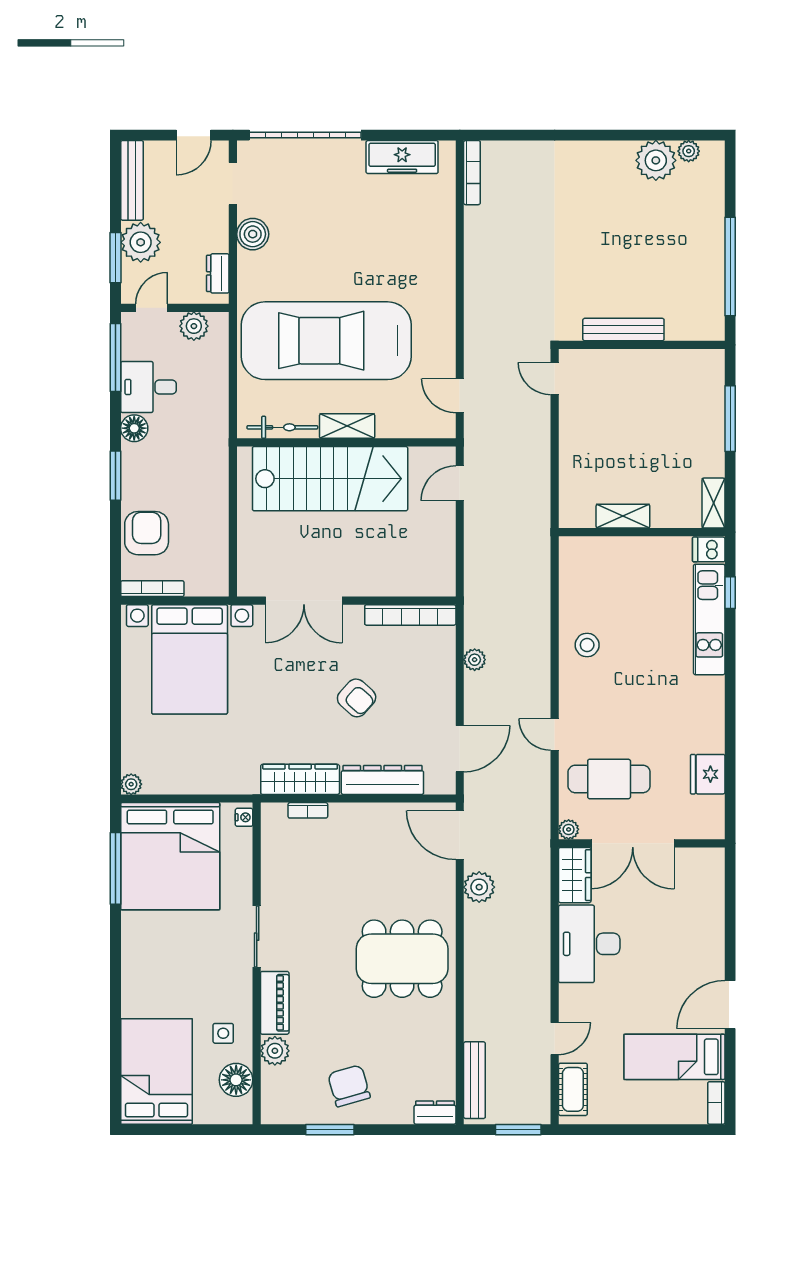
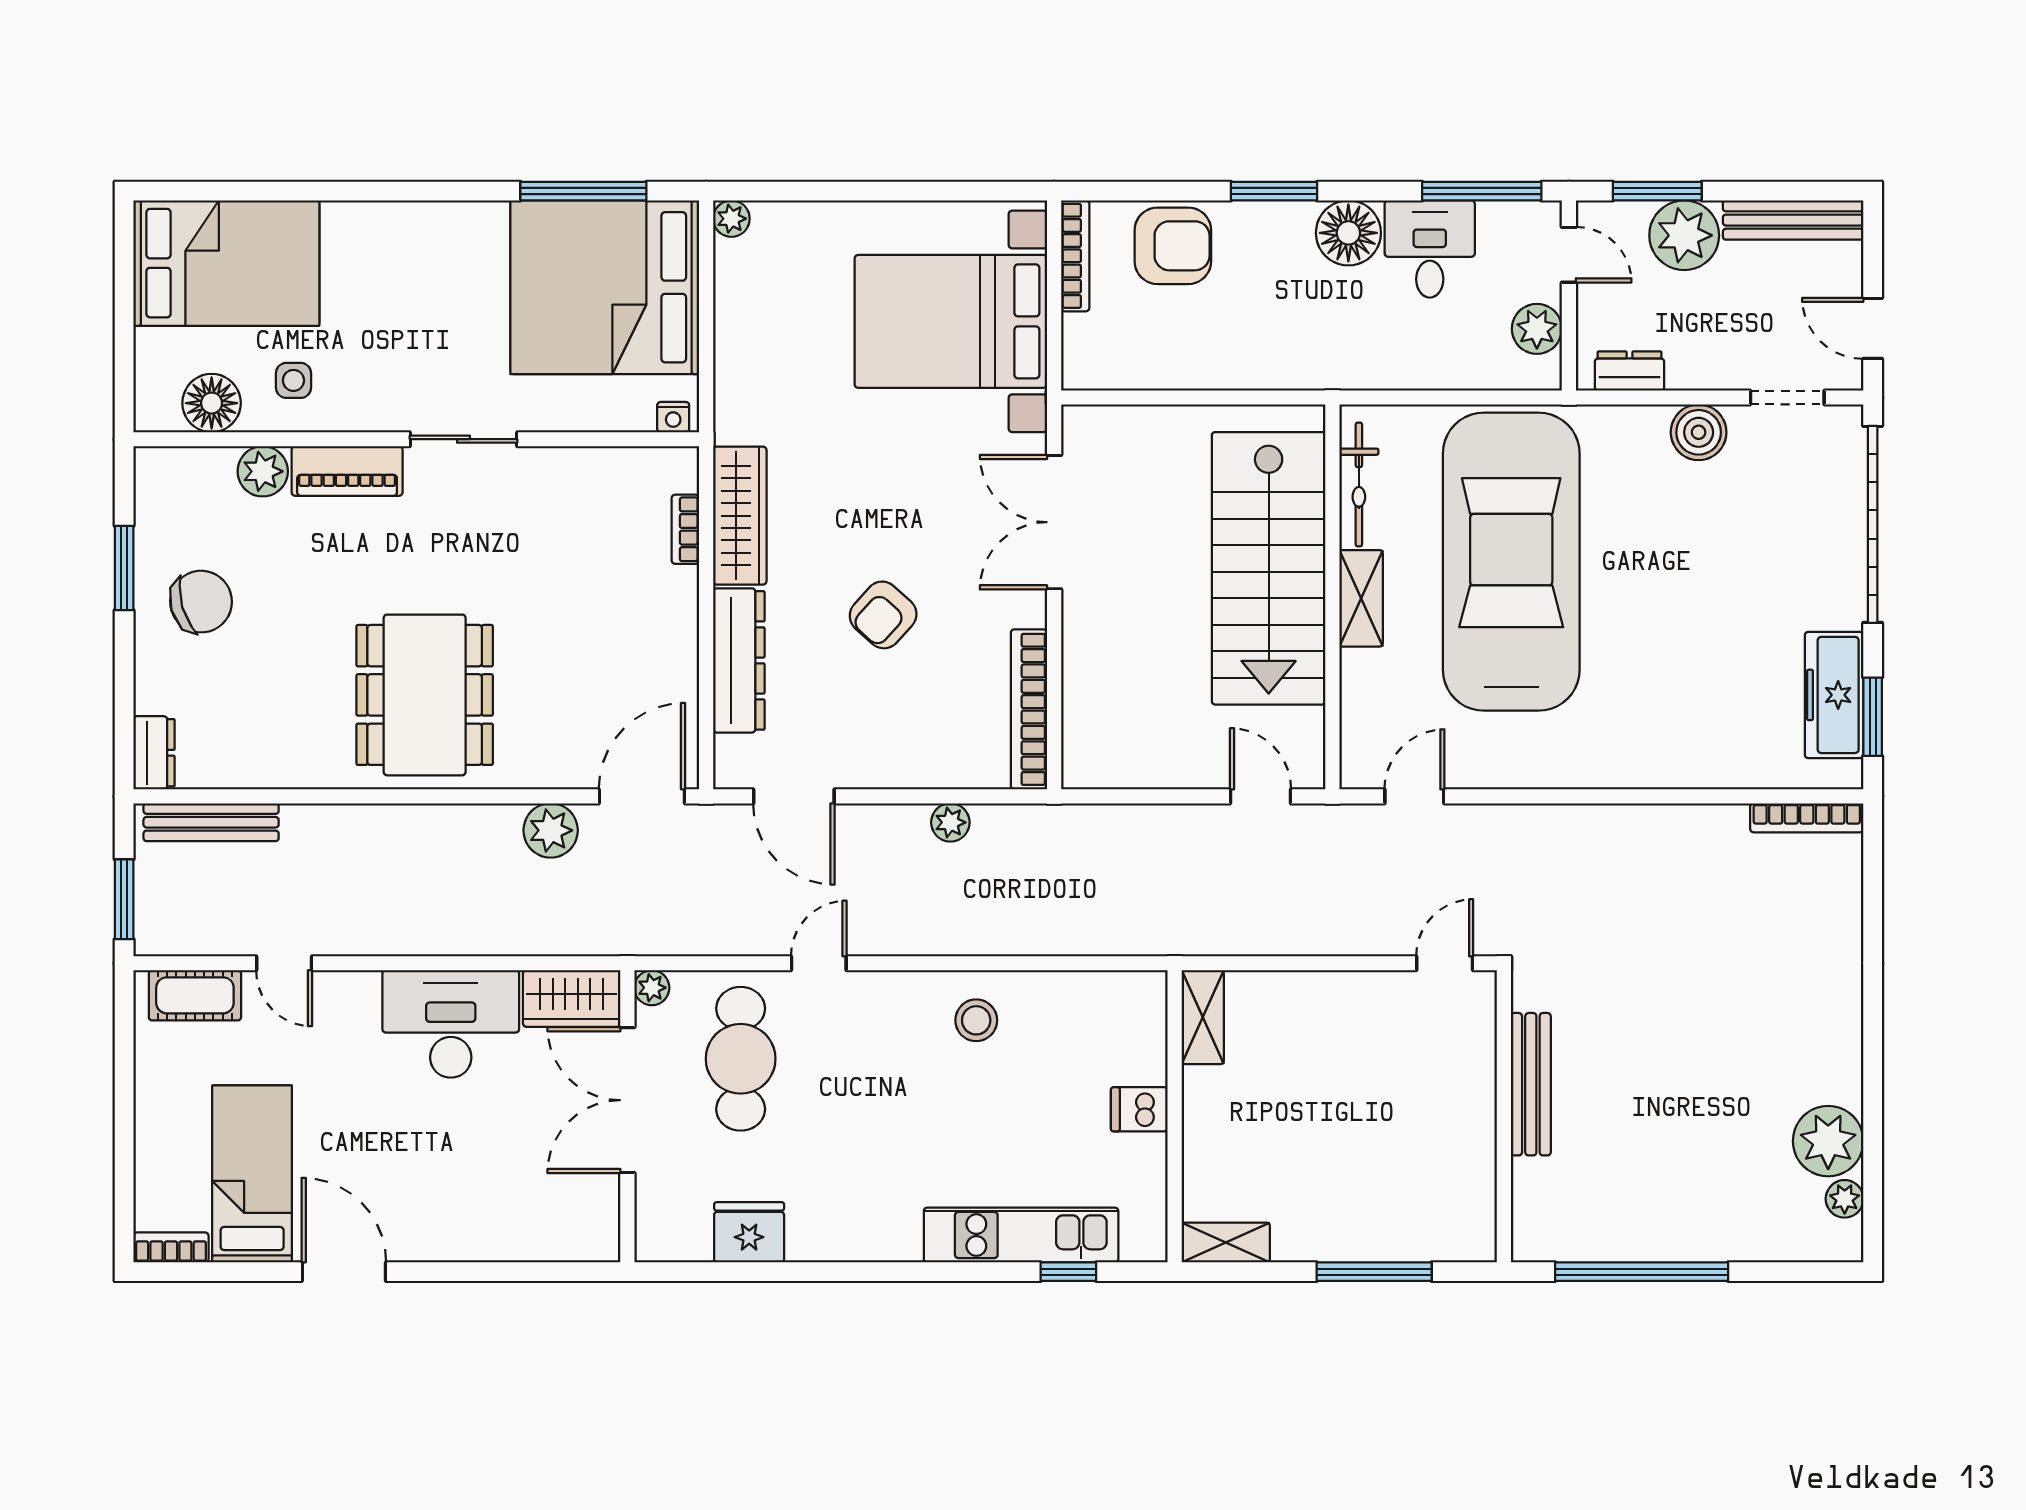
window: (414, 135) -> (1873, 717), added
floor lamp: (134, 428) -> (1348, 233), width x1.38, depth x1.38
shelving: (623, 516) -> (1203, 1017), moved
dishwasher: (709, 549) -> (1139, 1109), moved, turned -90

